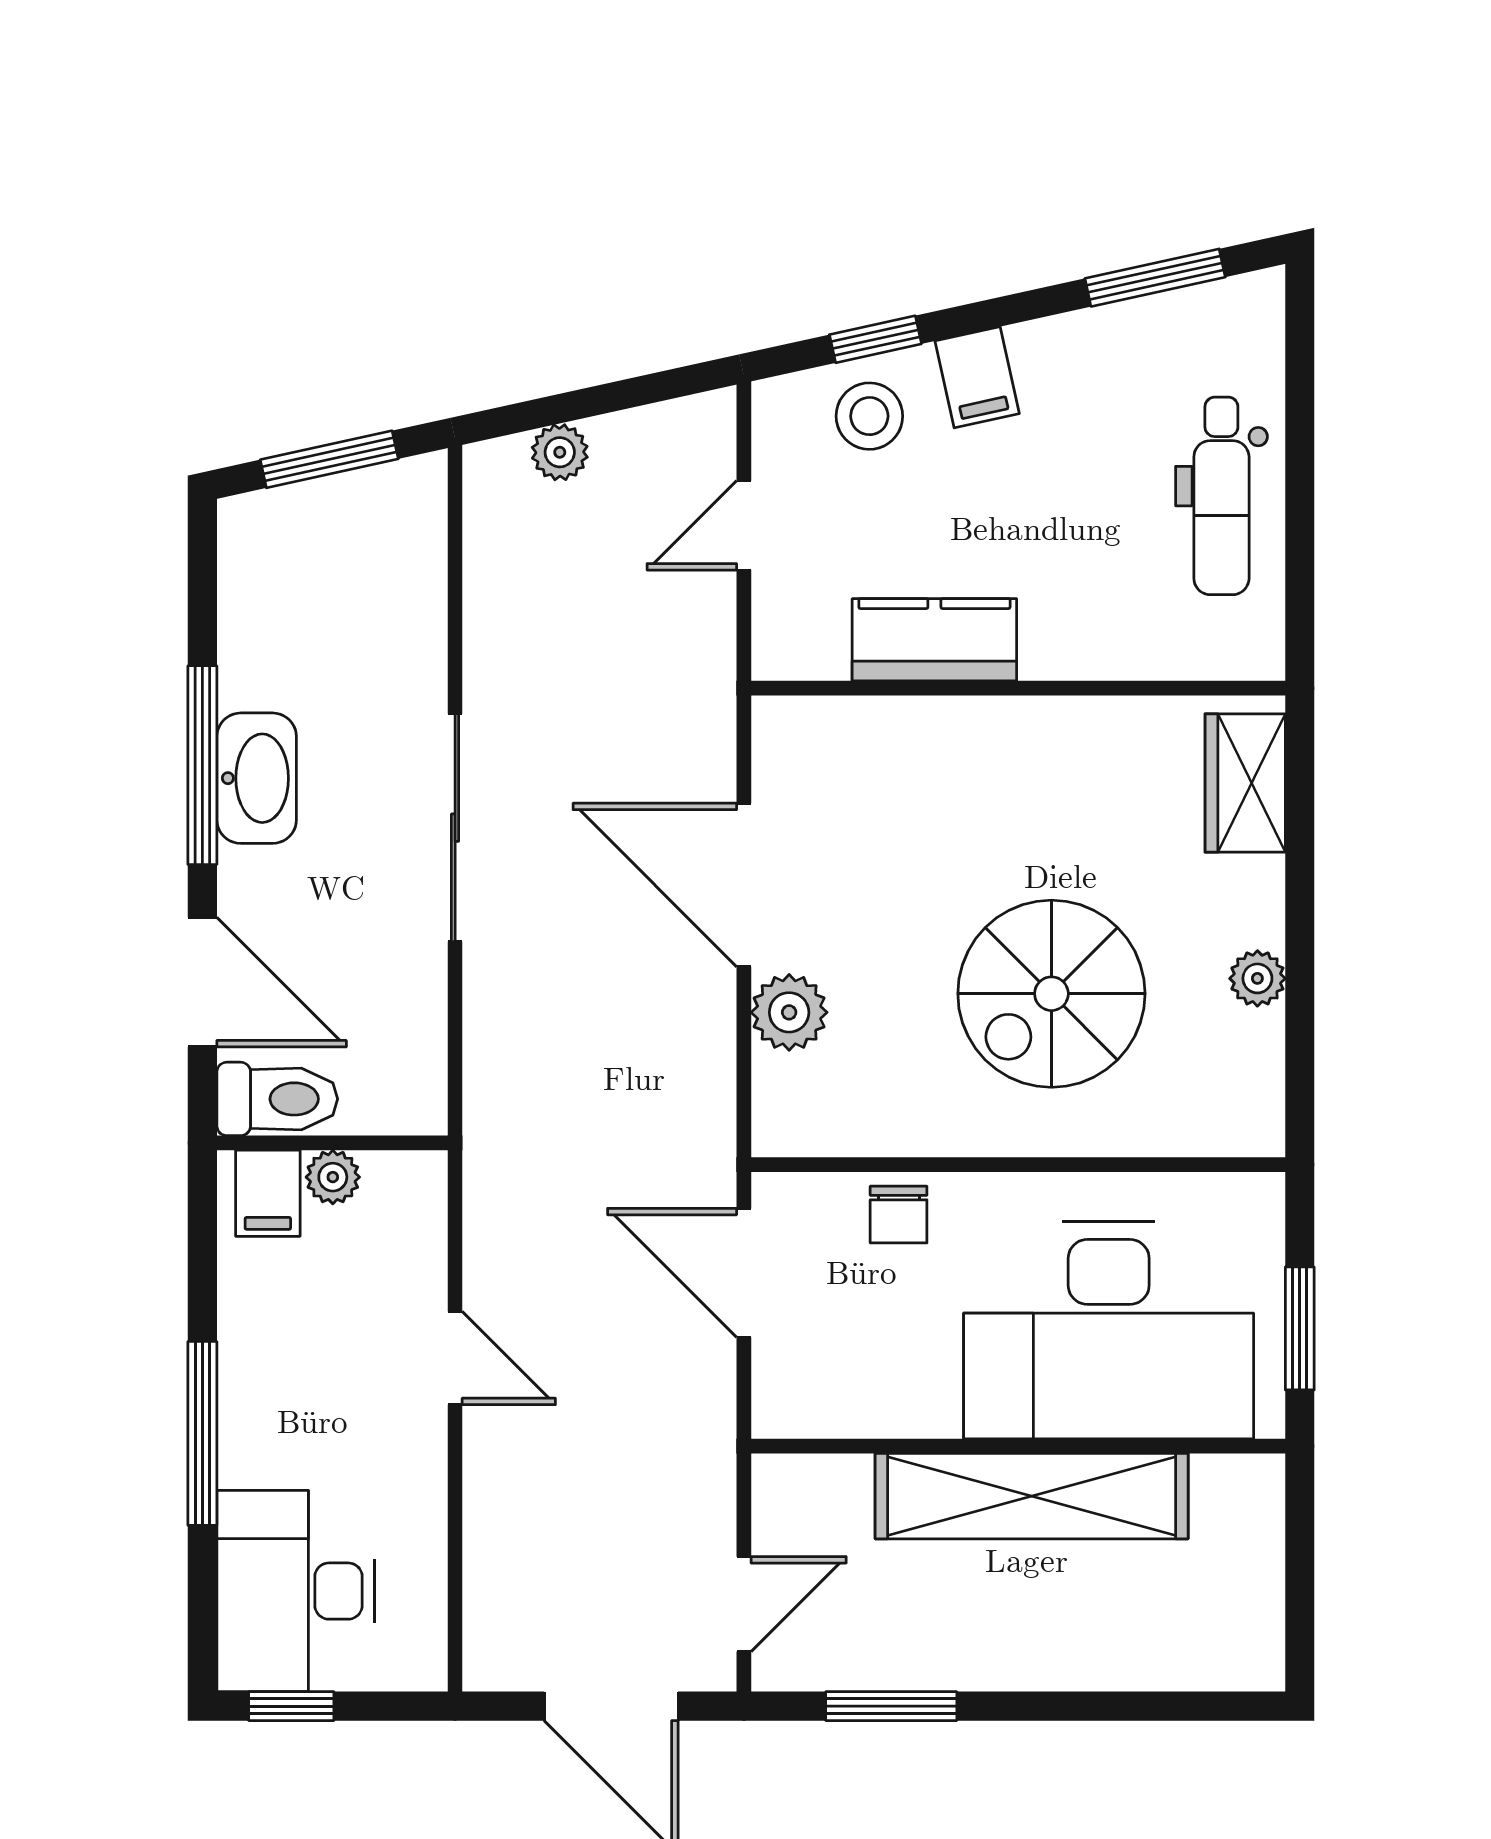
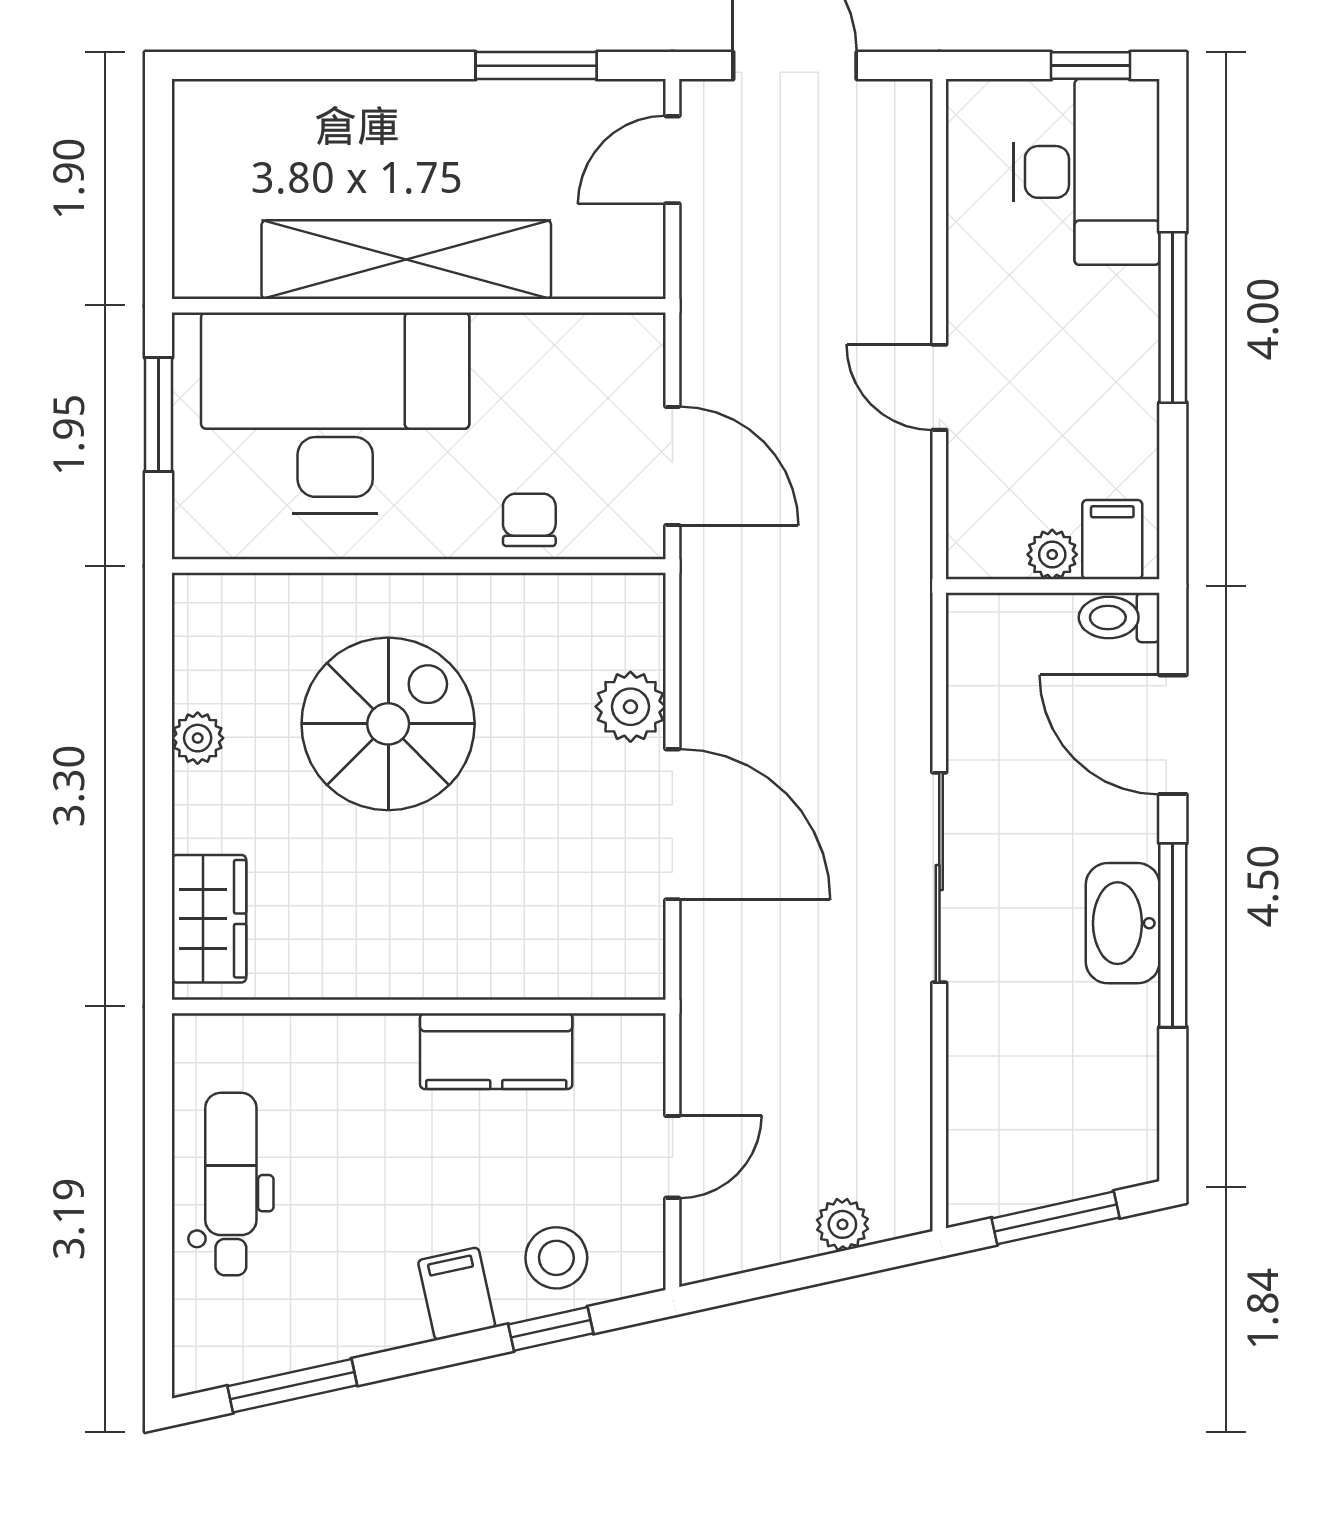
toilet: (277, 1099) -> (1119, 617), width x0.73, depth x0.72

